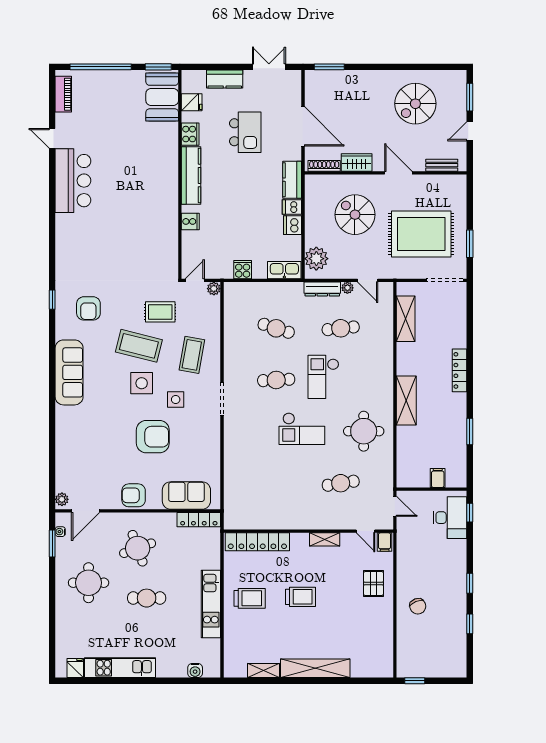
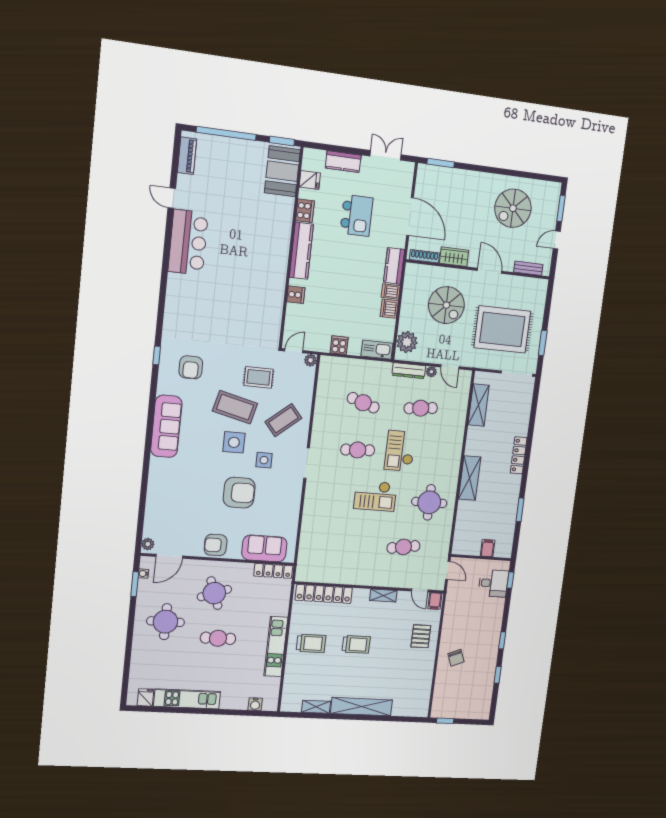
spiral stairs: (355, 215) -> (446, 305), turned 180
coffee table: (192, 355) -> (283, 420), turned 40
desk: (450, 518) -> (493, 583), width x0.73

